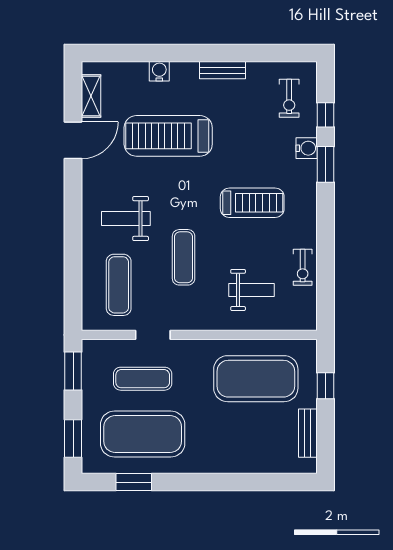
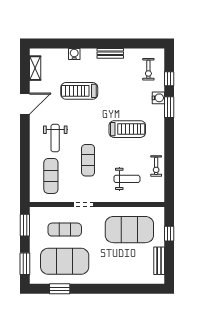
treadmill: (168, 136) -> (79, 91), width x0.73, depth x0.73
door: (73, 140) -> (25, 104), moved
weight bench: (126, 219) -> (55, 138), turned -90
doorway: (153, 335) -> (84, 205), moved

